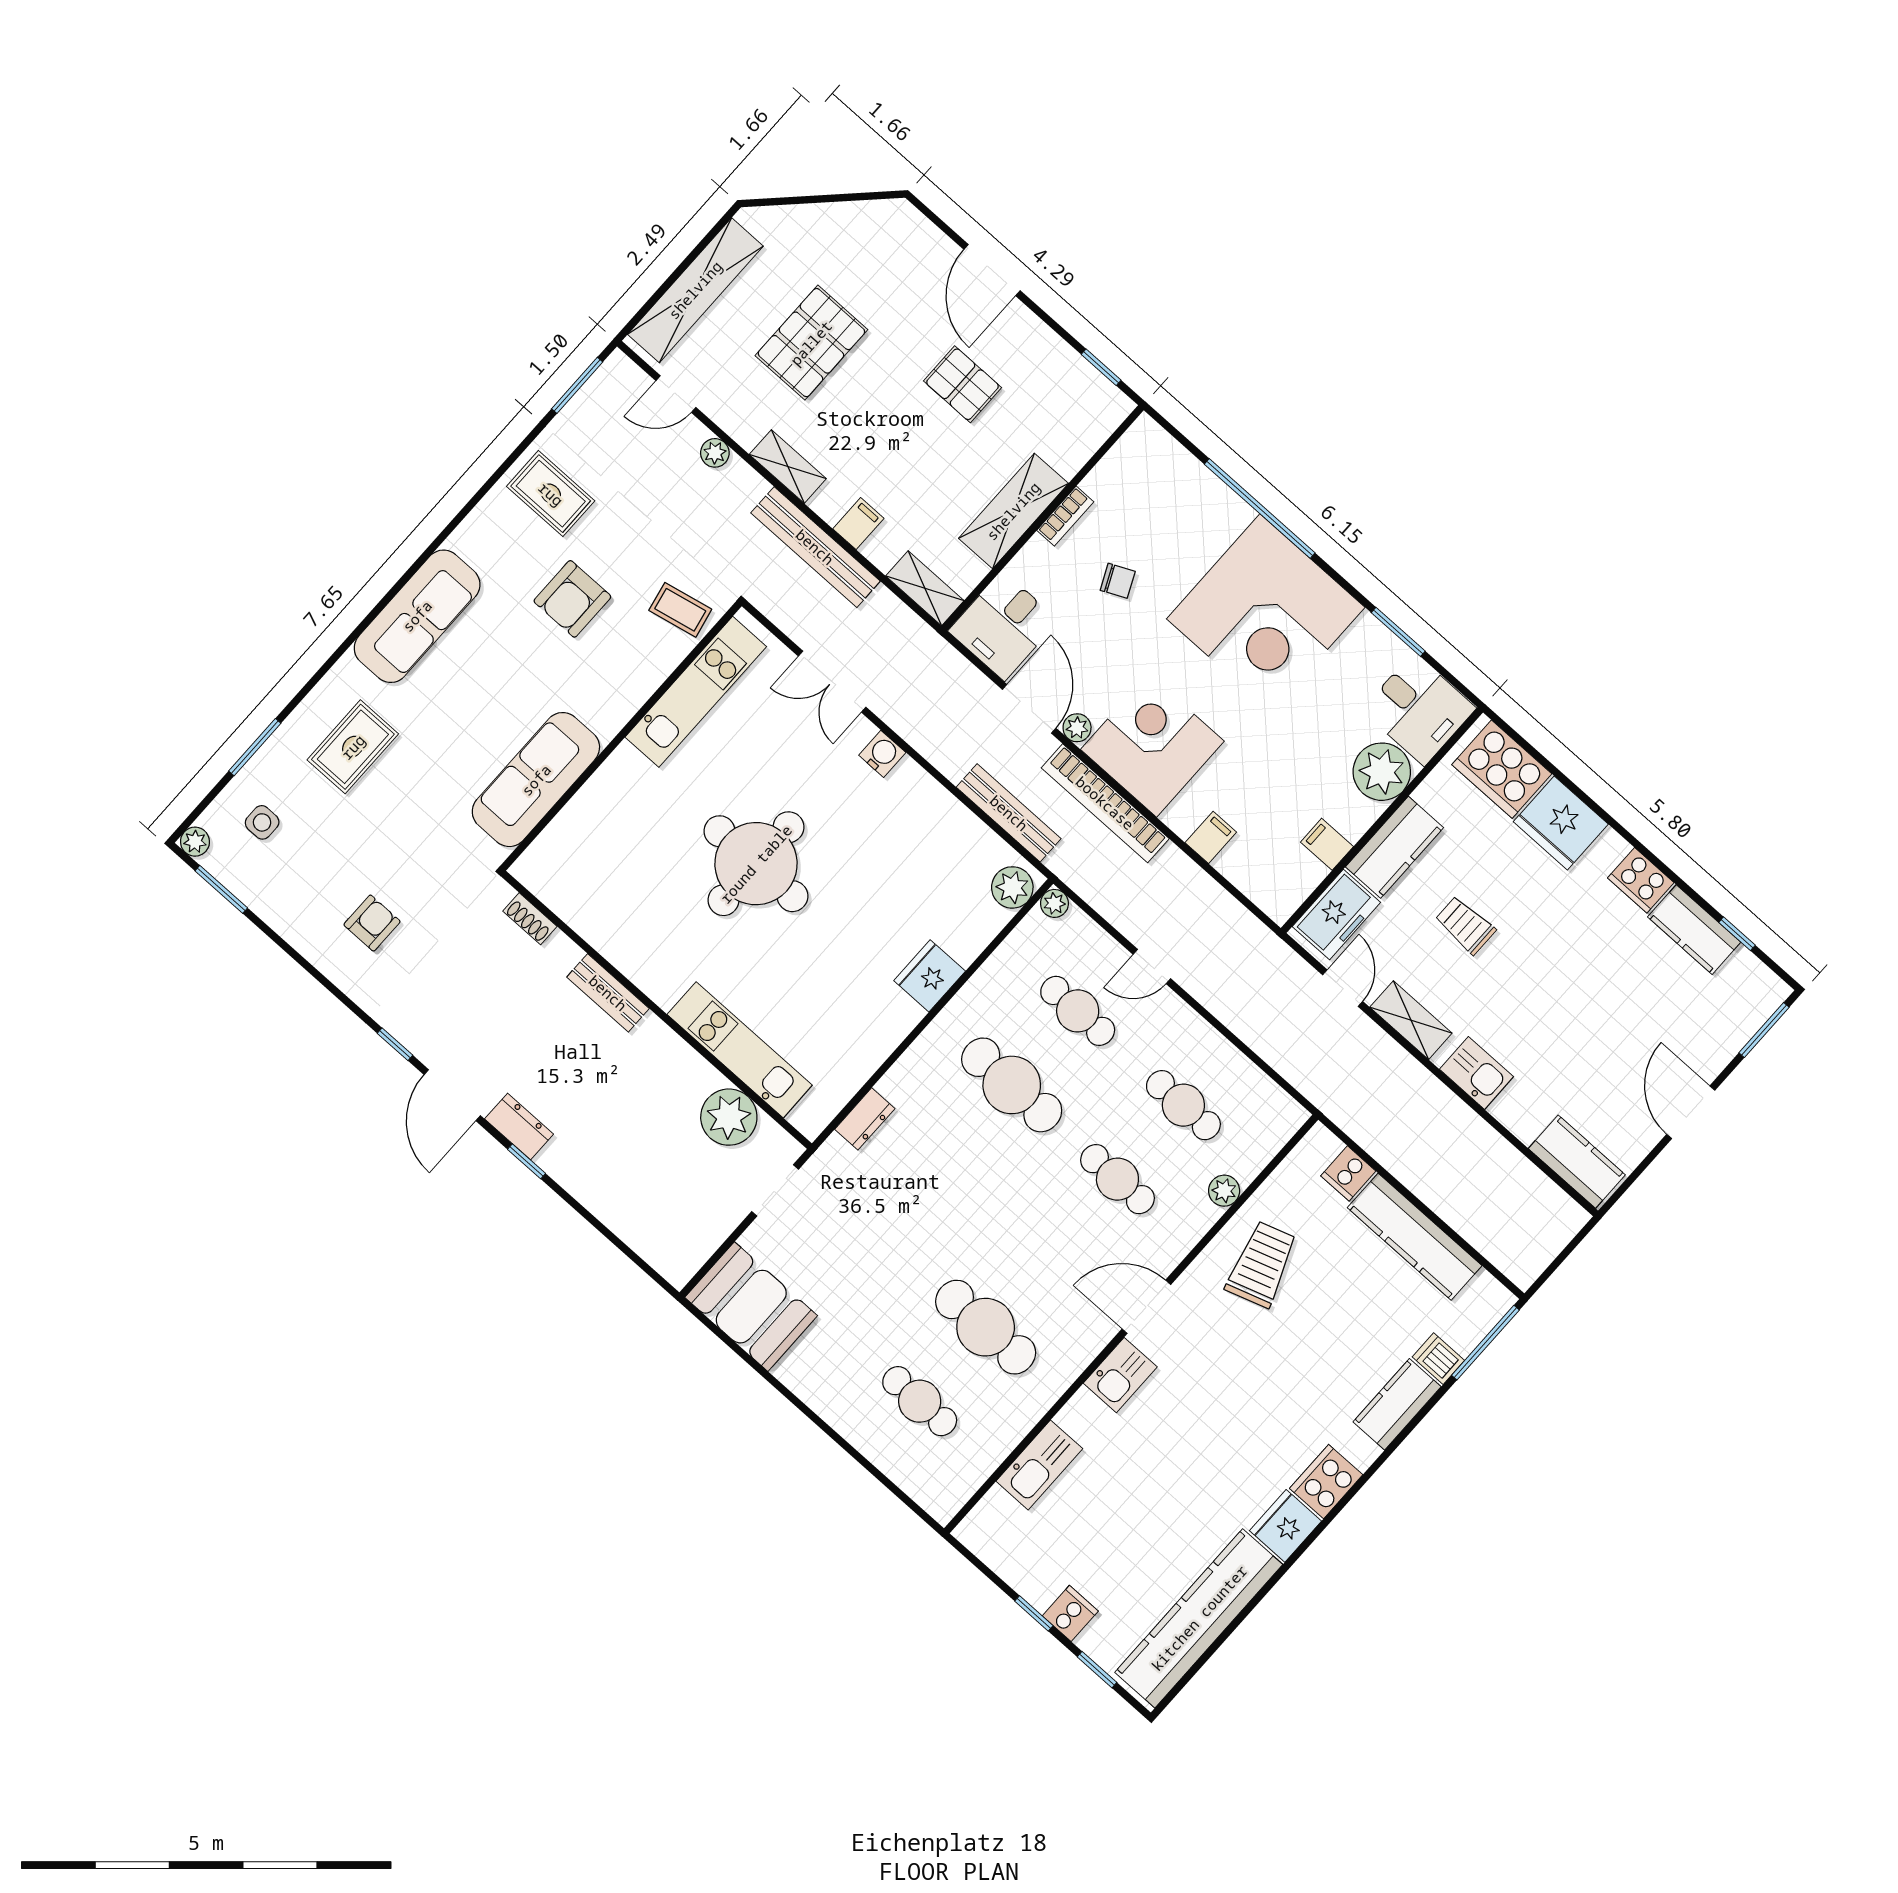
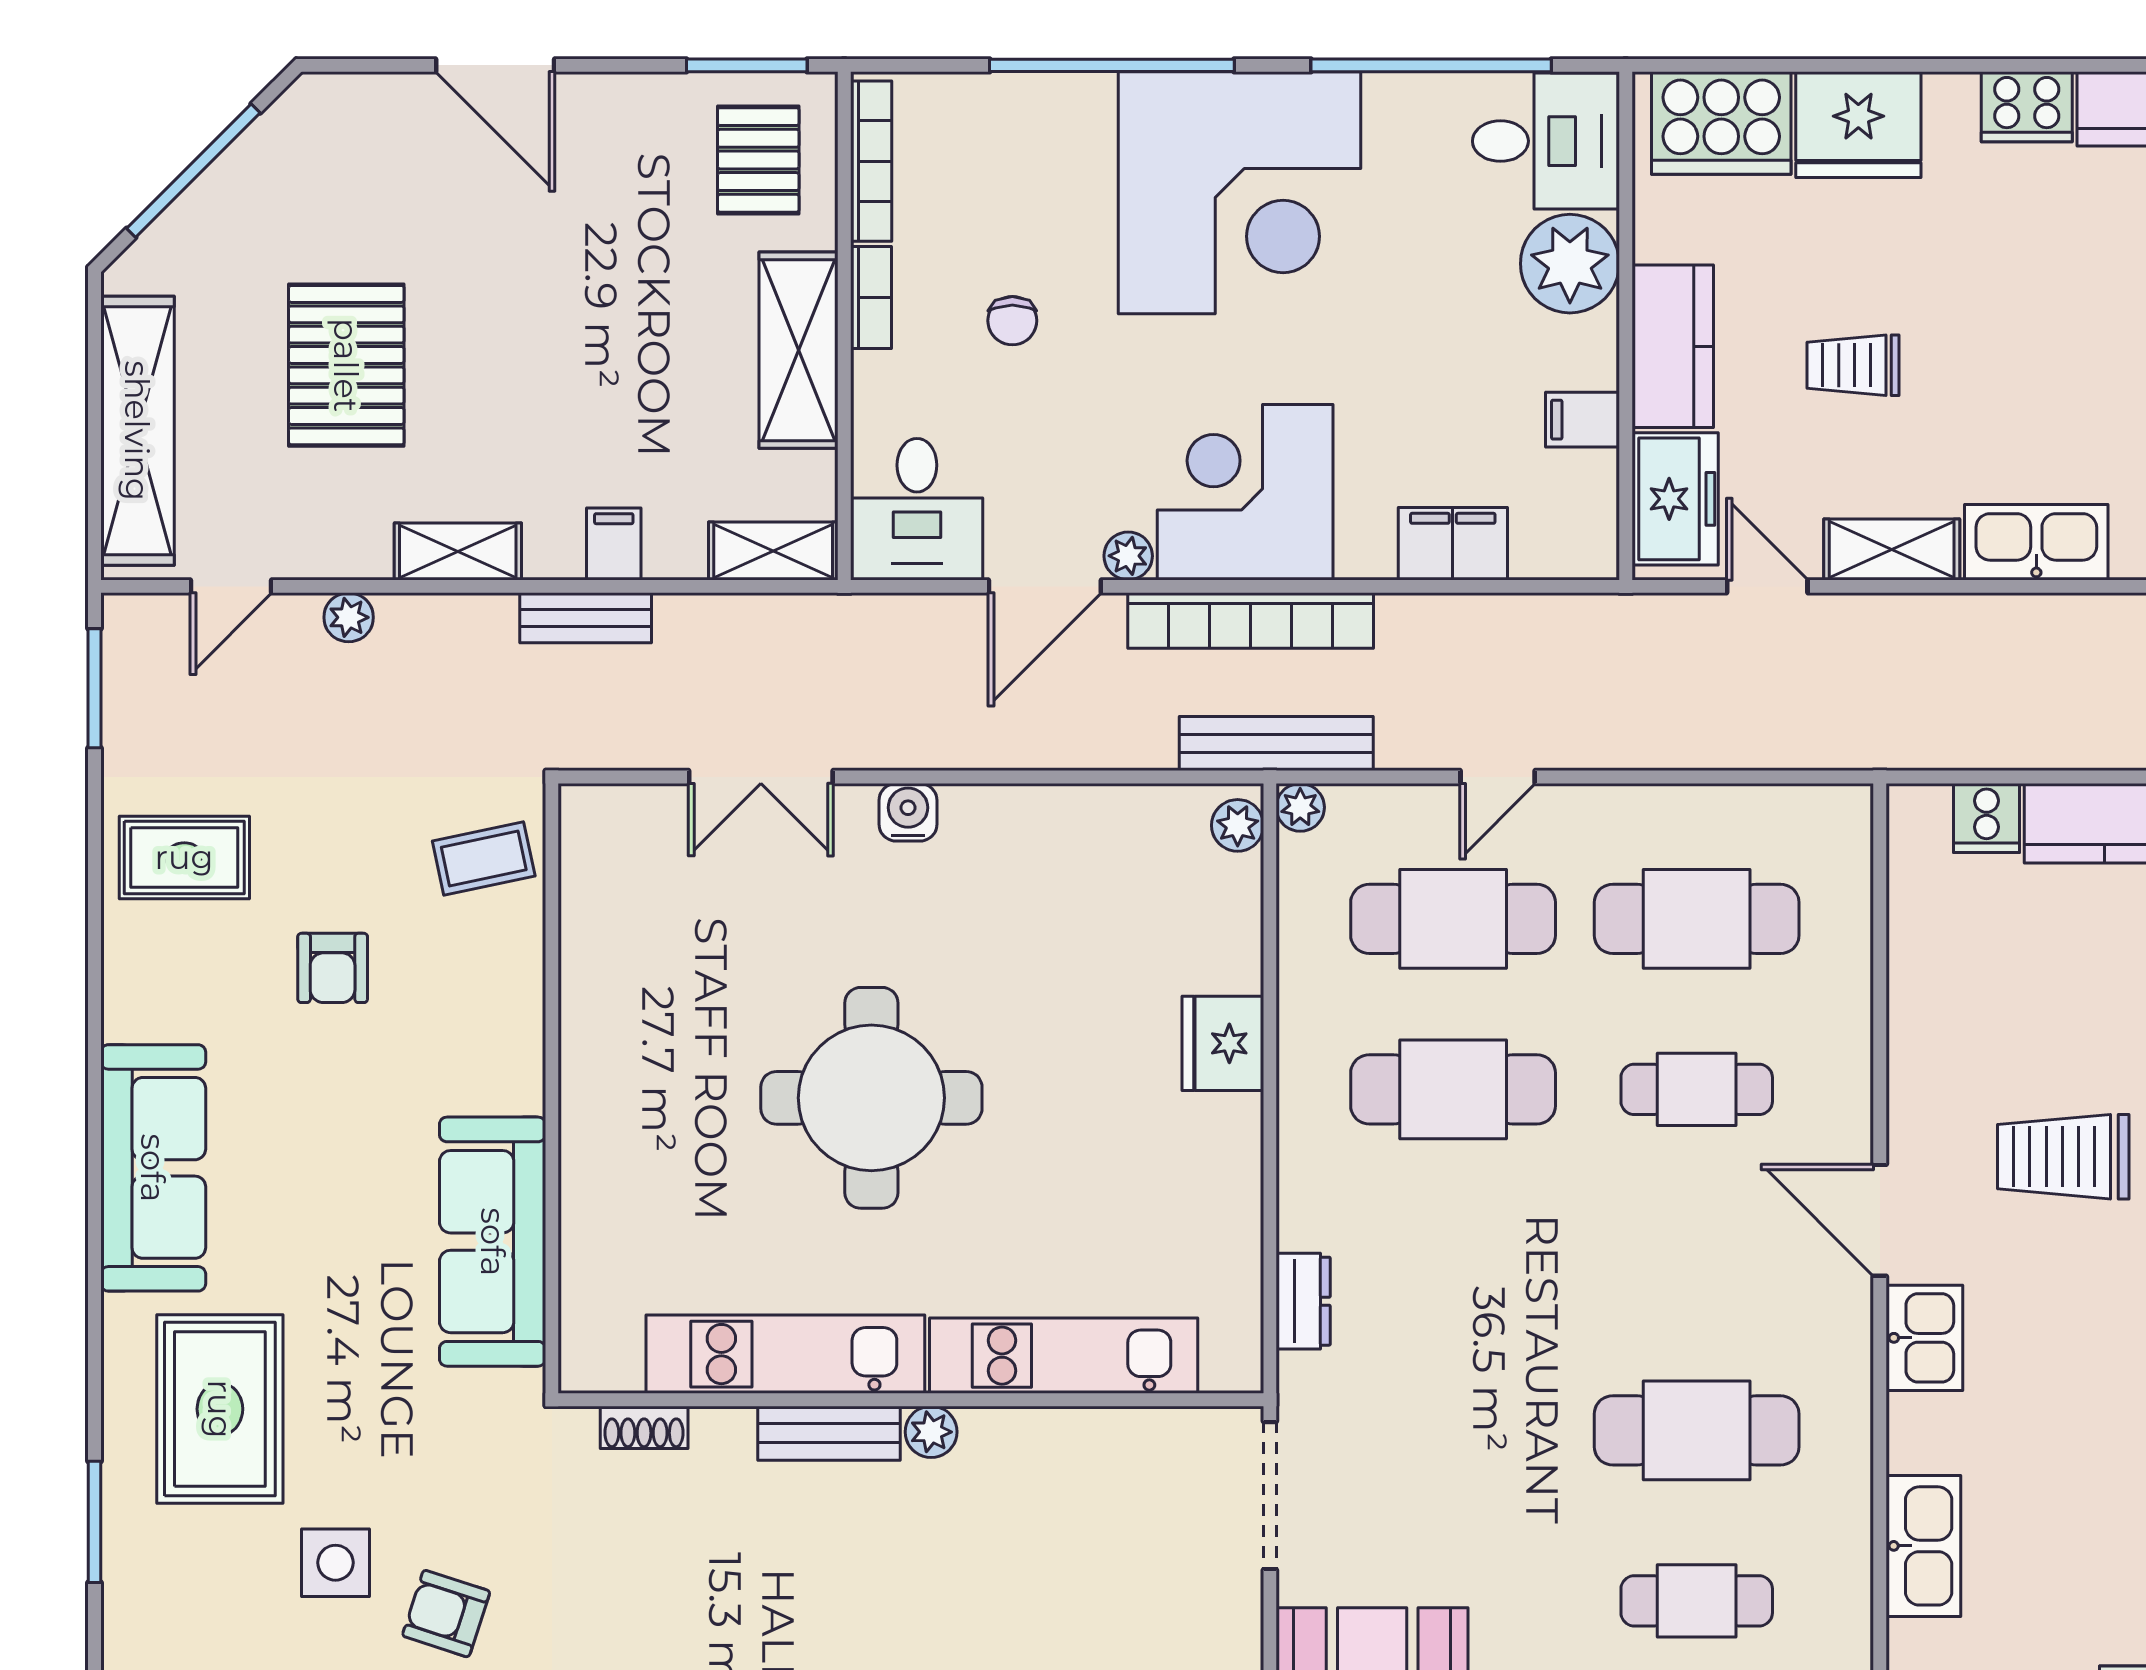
window: (820, 199) -> (193, 171), added
window: (1101, 367) -> (747, 65), width x1.50
pallet: (963, 384) -> (758, 160), moved, turned 90
bookcase: (1118, 457) -> (871, 161), added
bench: (815, 547) -> (586, 618), width x0.54, depth x0.82
chair: (1118, 581) -> (1012, 321), turned 115
armchair: (572, 599) -> (333, 968), width x0.72, depth x0.72
window: (1398, 632) -> (1431, 65), width x2.11
kitchen unit: (696, 692) -> (785, 1354), moved, turned -90
door: (1029, 709) -> (1045, 586), swing flipped
rug: (353, 747) -> (220, 1409), width x1.36, depth x1.43
bench: (1009, 813) -> (1276, 744), moved
side table: (262, 822) -> (335, 1563), moved, width x1.37, depth x1.37
filing cabinet: (1211, 837) -> (1453, 544), width x2.00
plant: (1012, 887) -> (1238, 825), width x0.73, depth x0.73
armchair: (372, 923) -> (446, 1614), turned -72
cafe table: (1078, 1011) -> (1453, 919), width x1.37, depth x1.35
kitchen sink: (1477, 1073) -> (2036, 542), width x1.38
cafe table: (1183, 1105) -> (1697, 919), width x1.37, depth x1.35
plant: (729, 1117) -> (931, 1432), moved, width x0.53, depth x0.53
doorway: (775, 1190) -> (1270, 1496), width x1.38
plant: (1224, 1191) -> (1847, 982), removed
trolley: (1262, 1264) -> (2063, 1157), moved, turned -72
door: (1146, 1307) -> (1880, 1220), hinge flipped

